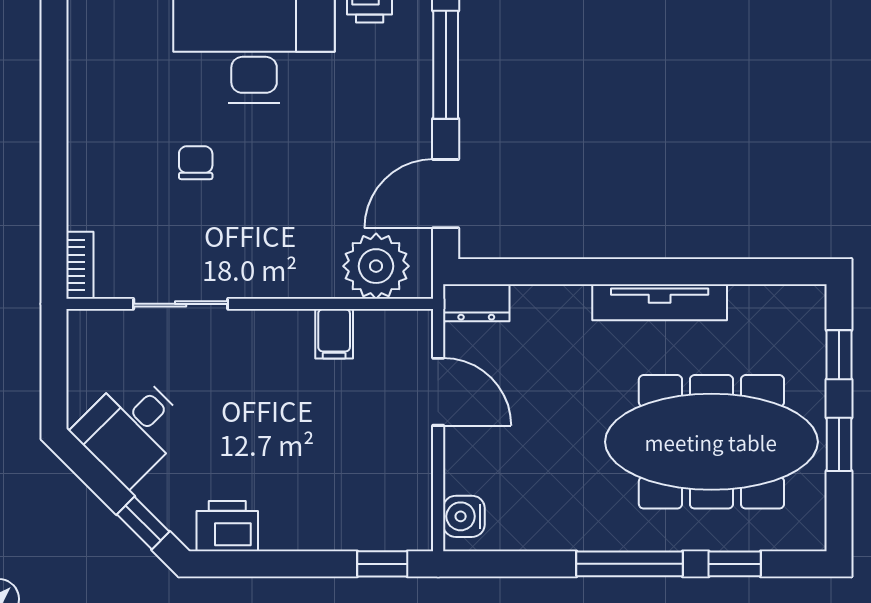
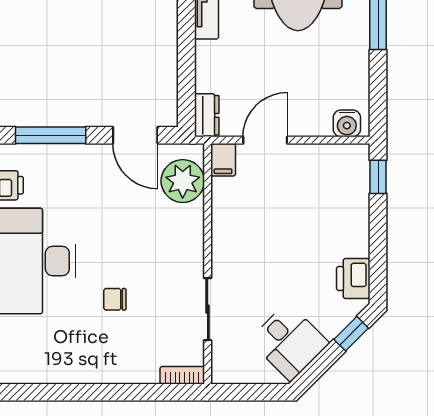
filing cabinet: (334, 334) -> (223, 160), moved, turned 90

